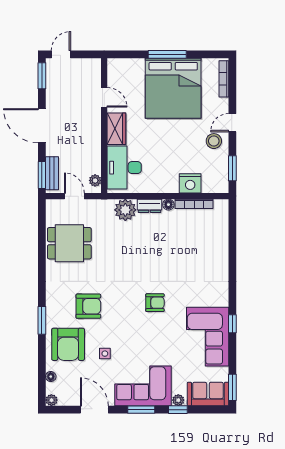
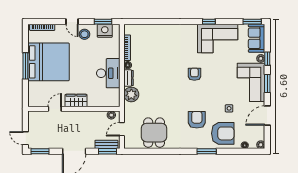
desk: (124, 168) -> (108, 73), moved, turned -90
nightstand: (190, 183) -> (105, 31), moved, turned -90

